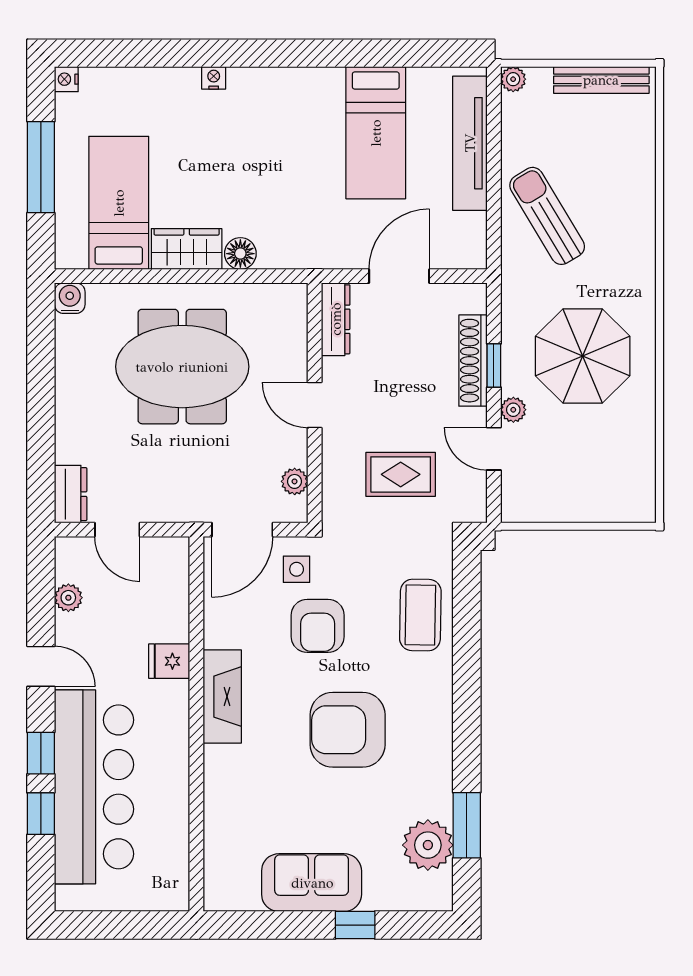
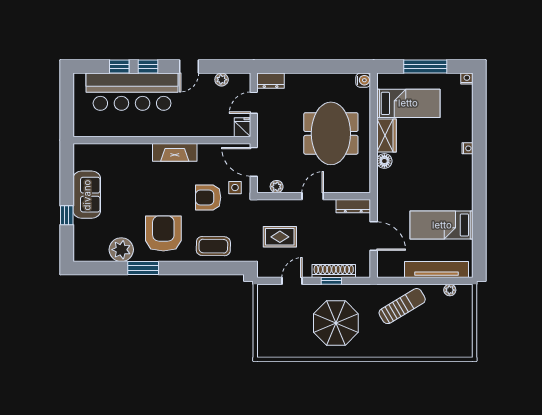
plant: (513, 79) -> (450, 290), moved
bench: (601, 80) -> (467, 332), removed
plant: (513, 410) -> (310, 290), removed
rug: (401, 474) -> (280, 237), turned 90
fridge: (169, 661) -> (242, 127), moved
armchair: (348, 730) -> (163, 233), moved
window: (467, 825) -> (143, 268), moved
plant: (428, 845) -> (121, 250), moved

